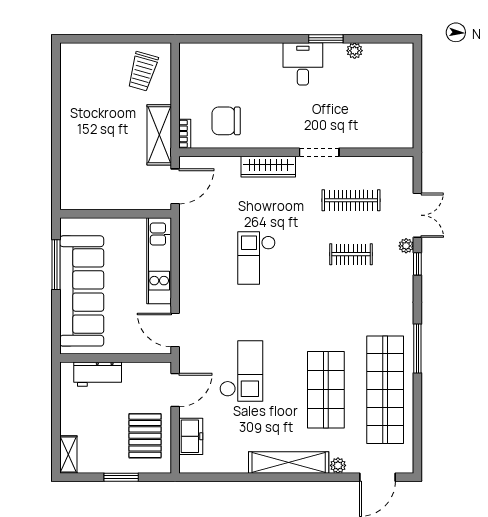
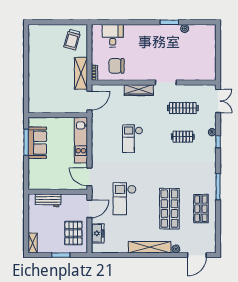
desk: (303, 64) -> (113, 36), moved
double door: (417, 215) -> (218, 101), moved
sofa: (82, 291) -> (37, 143), width x0.54, depth x0.79
checkout: (241, 371) -> (125, 199), turned 180
shop shelf: (385, 390) -> (201, 209), width x0.50, depth x0.74

